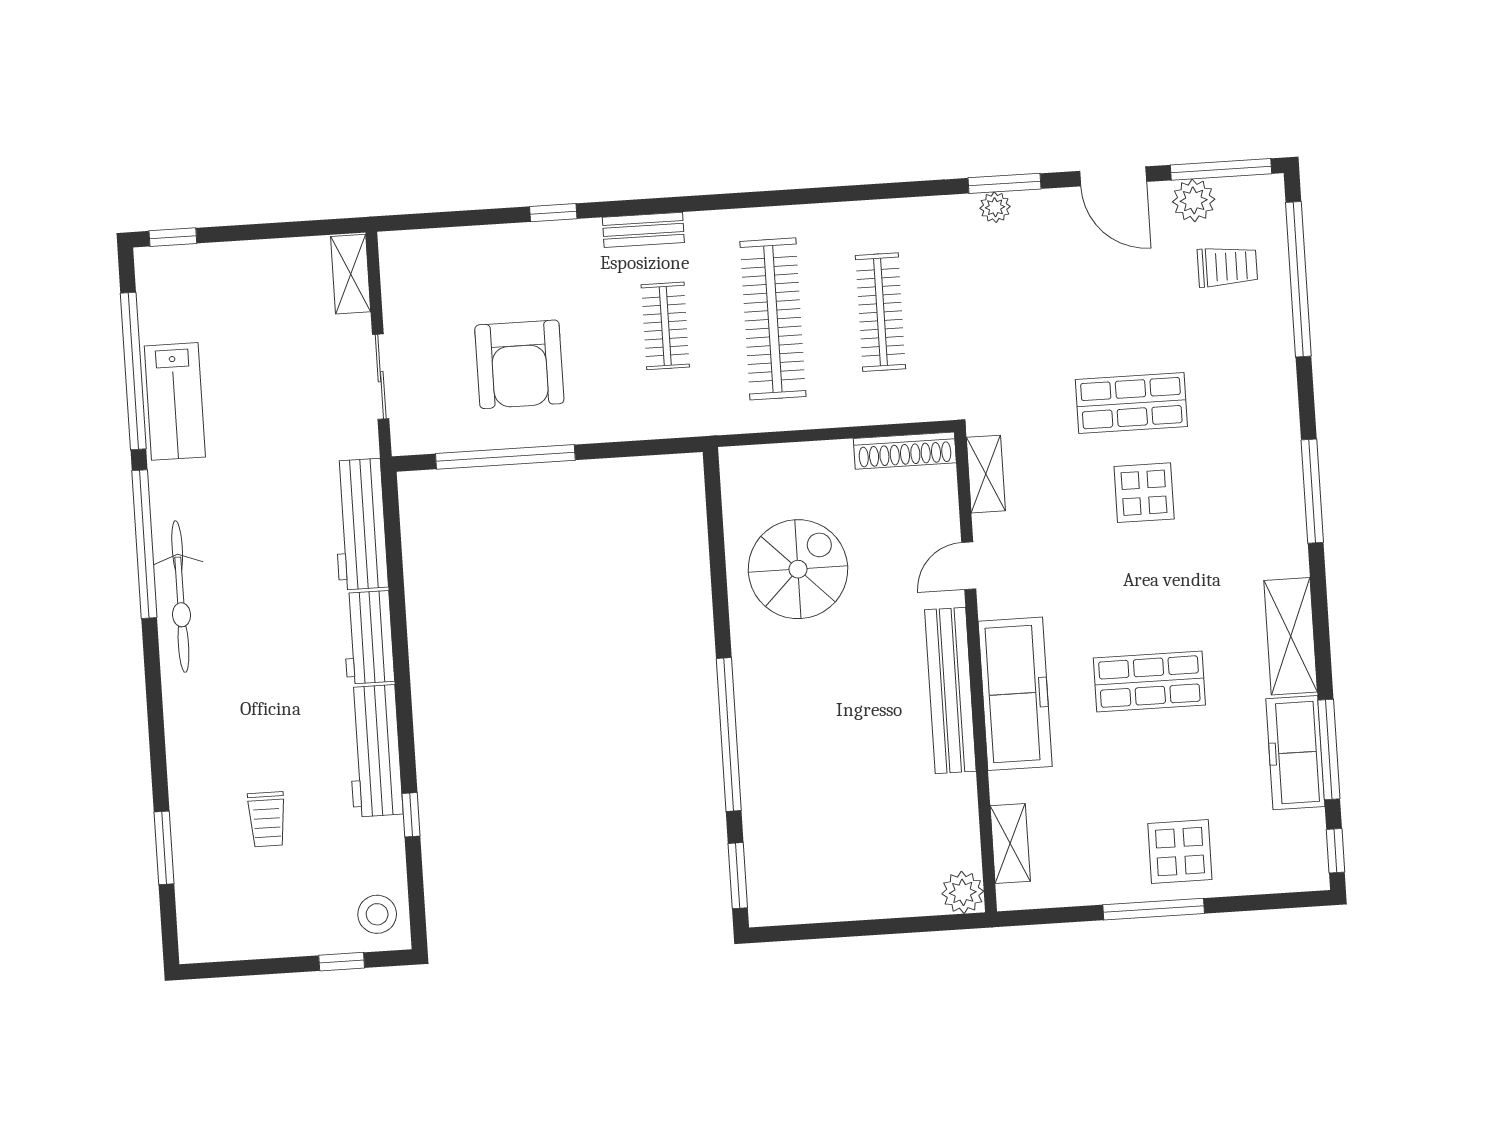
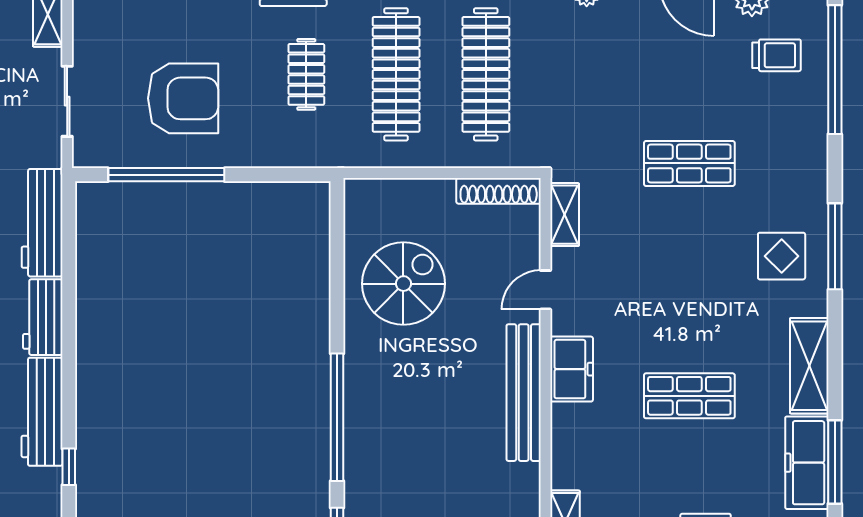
clothes rail: (880, 312) -> (486, 74), width x1.37, depth x1.31
armchair: (519, 364) -> (183, 98), turned -90
display table: (1144, 493) -> (782, 256), moved
freezer: (1015, 694) -> (572, 369), width x0.52, depth x0.79

